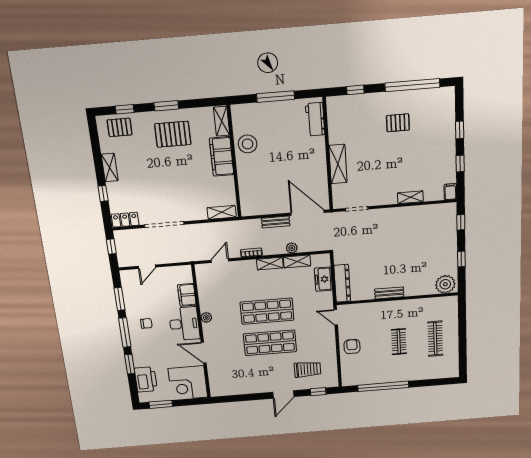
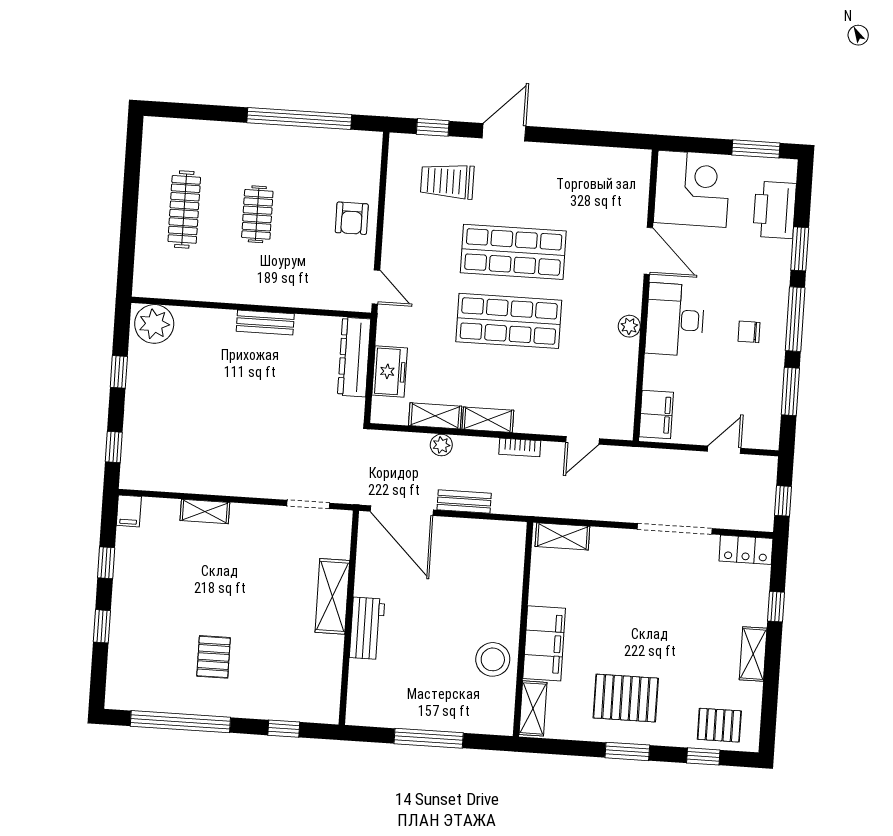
workbench: (315, 119) -> (367, 628), moved
pallet: (398, 123) -> (214, 657), turned 90
filing cabinet: (187, 295) -> (656, 414), moved

